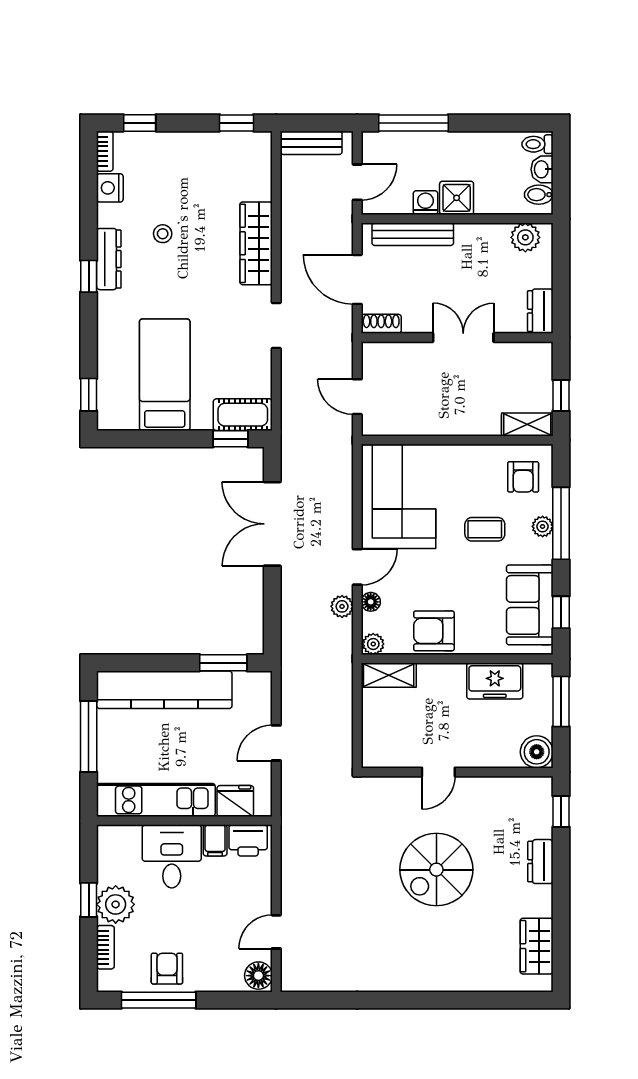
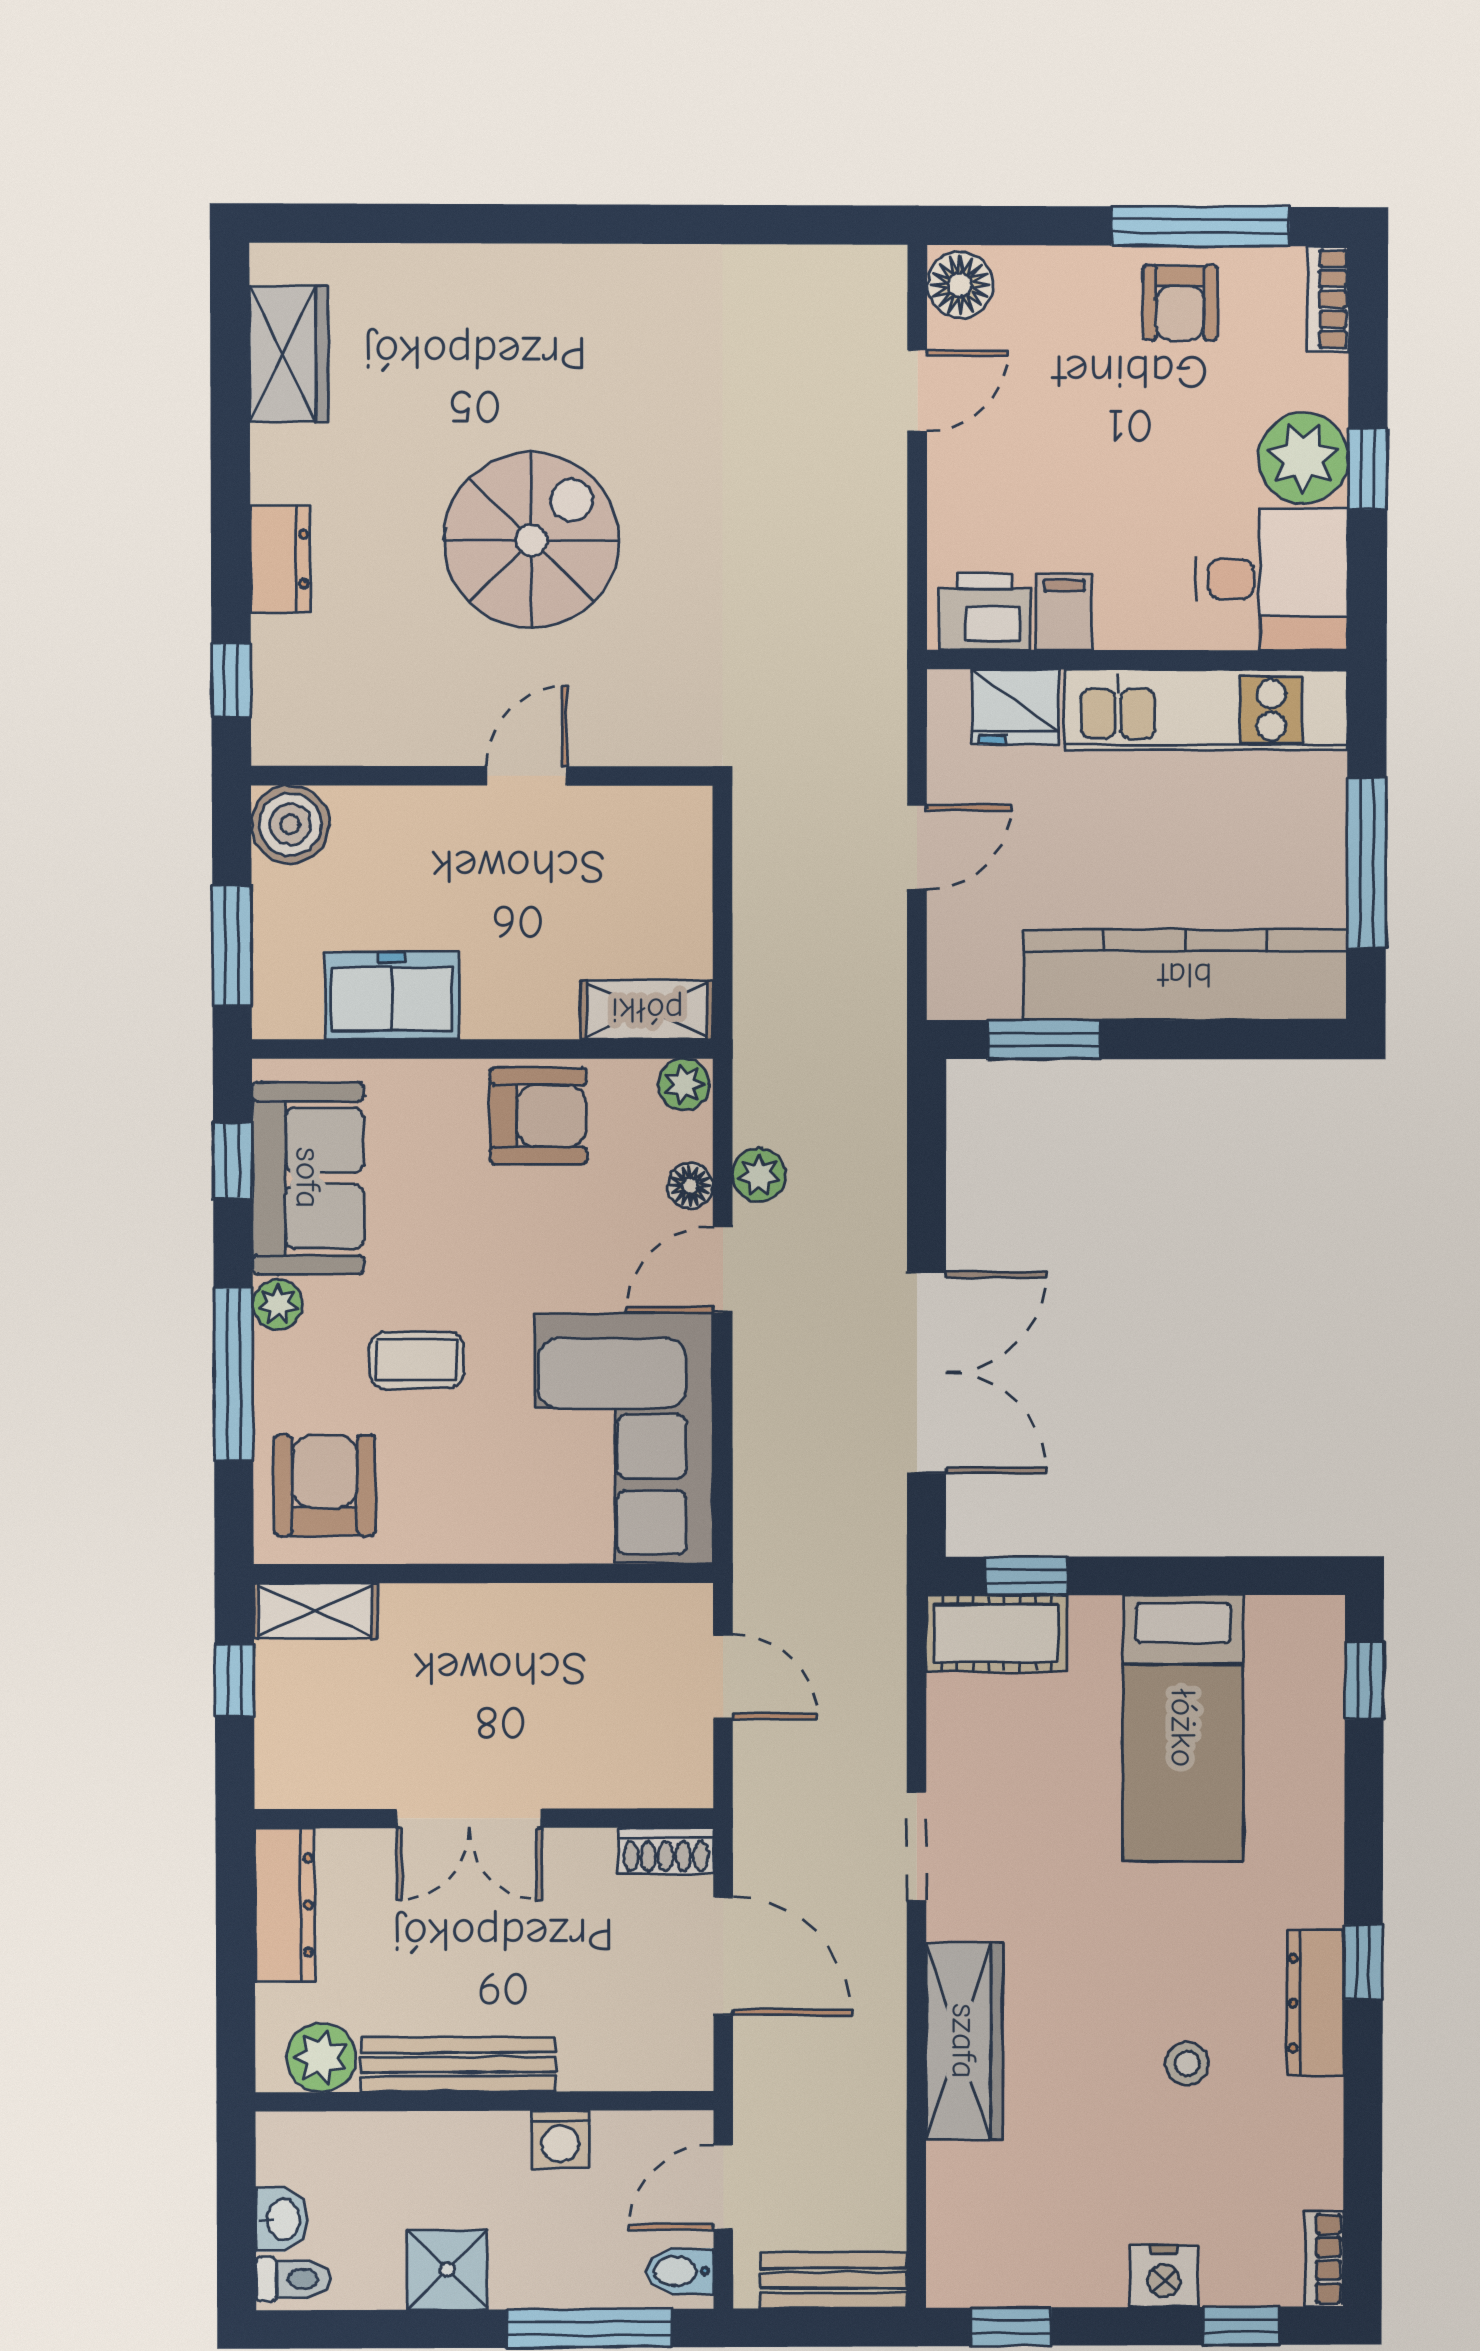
nightstand: (110, 188) -> (1164, 2276), moved, turned 90
bidet: (539, 195) -> (680, 2271), moved, turned 180
shower: (457, 198) -> (447, 2270), moved
bench: (413, 234) -> (458, 2065), moved
dresser: (540, 311) -> (285, 1905), width x1.44
armchair: (523, 477) -> (325, 1485), width x1.38, depth x1.38
plant: (543, 526) -> (278, 1304), moved
desk: (172, 856) -> (1272, 579), moved, turned -90
bookcase: (105, 947) -> (1328, 299), moved

